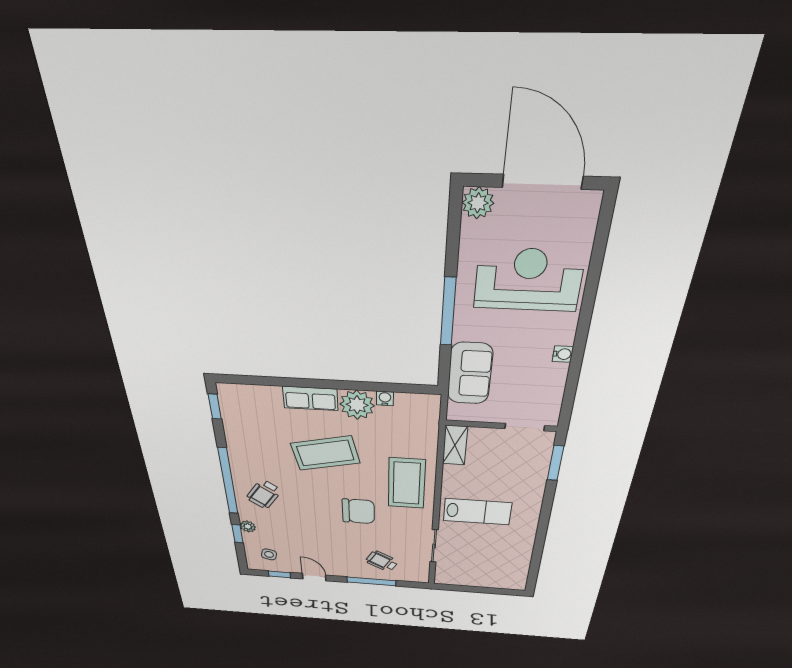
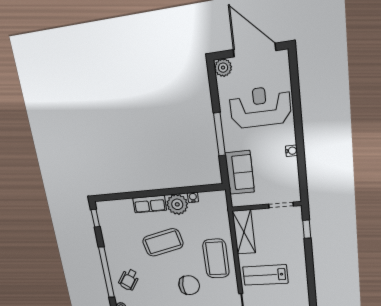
shelving: (455, 445) -> (244, 232), width x1.50, depth x1.33
window: (556, 463) -> (307, 229), width x0.67
lab bench: (477, 512) -> (265, 275), turned 180

